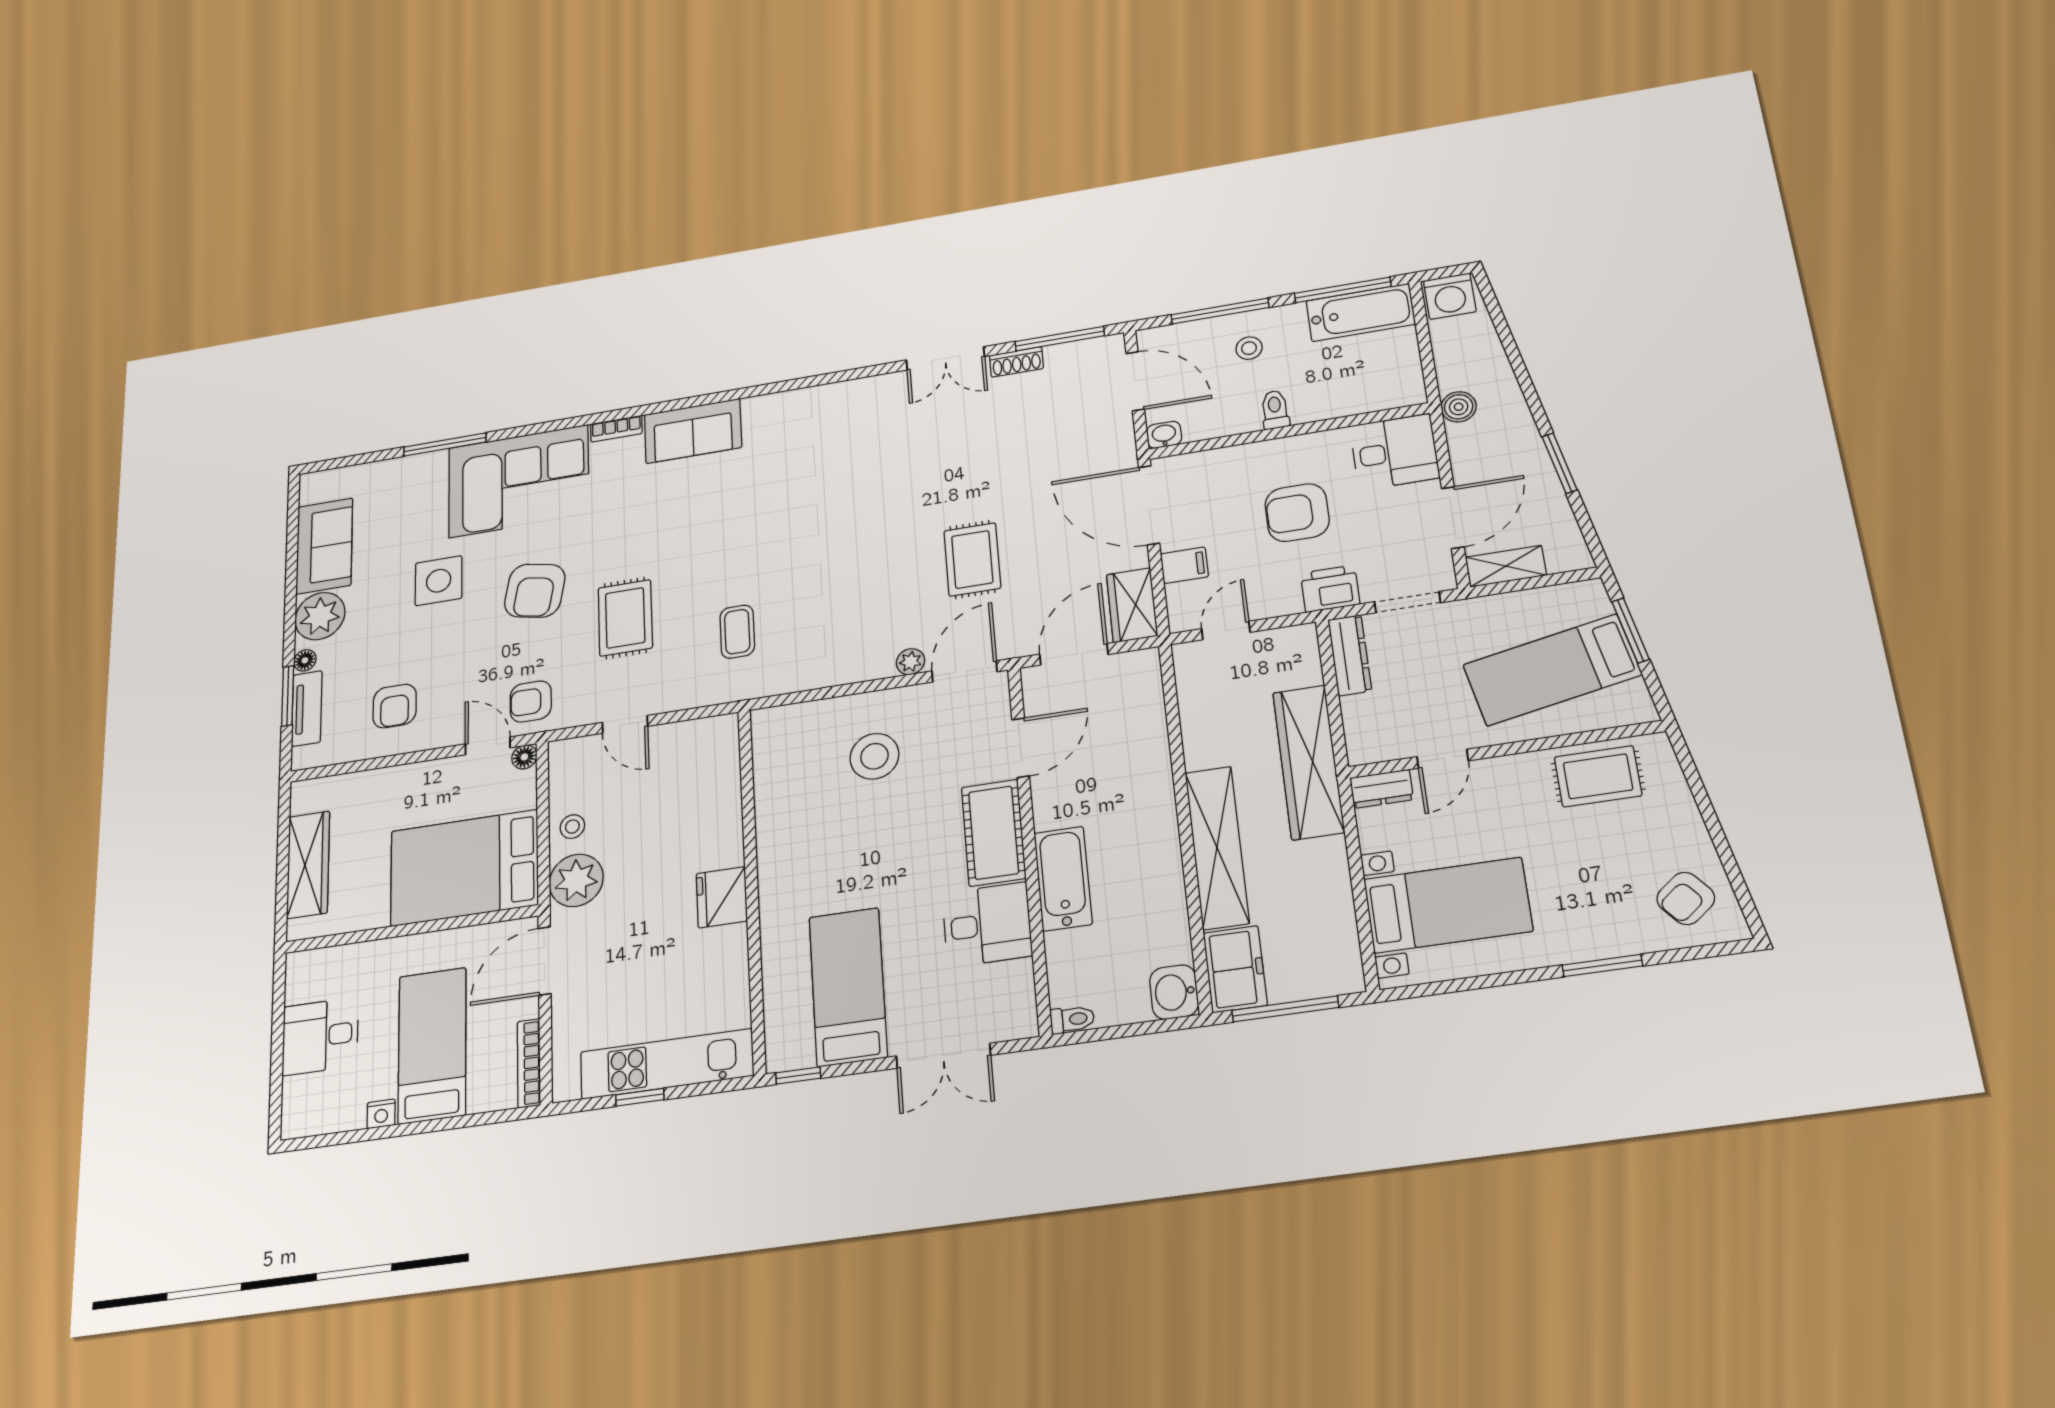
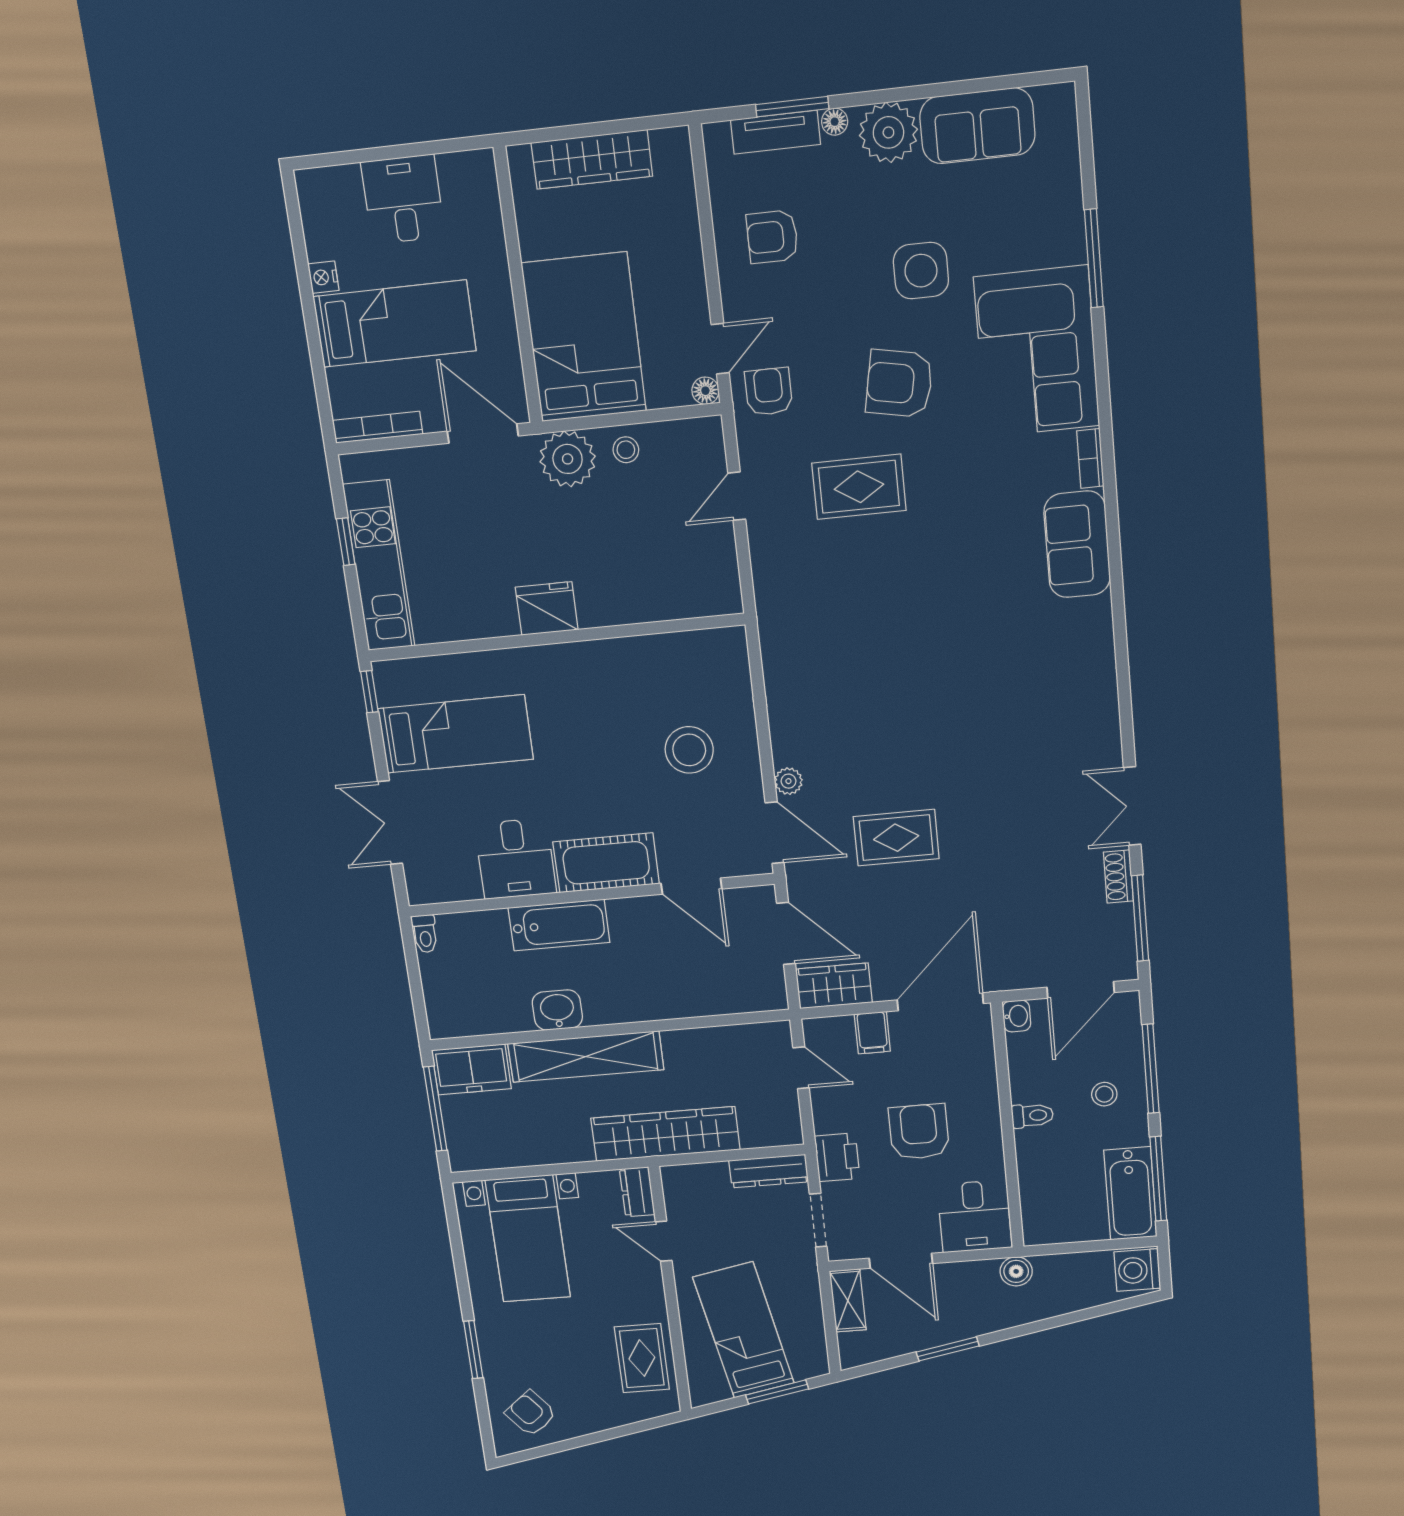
coffee table: (737, 632) -> (834, 607), removed
washbasin: (1174, 992) -> (557, 1010), moved

